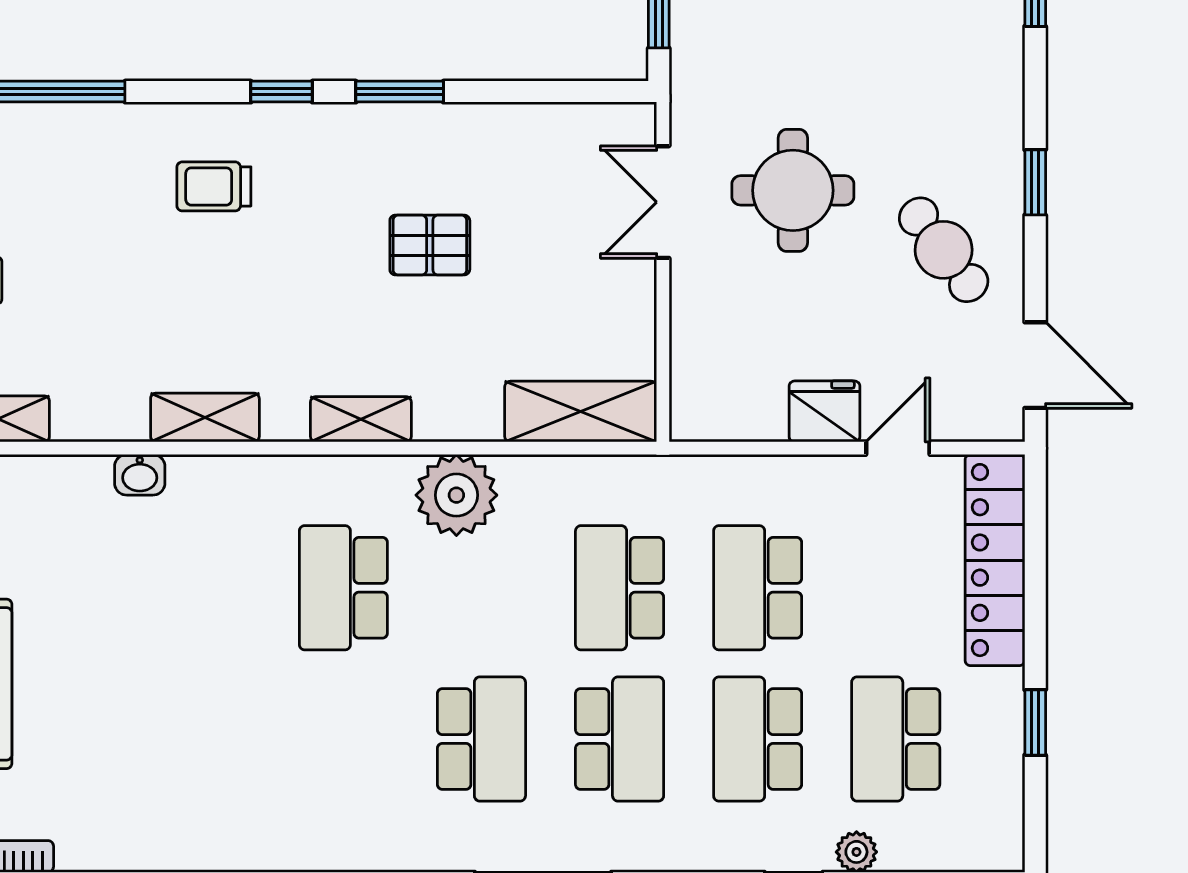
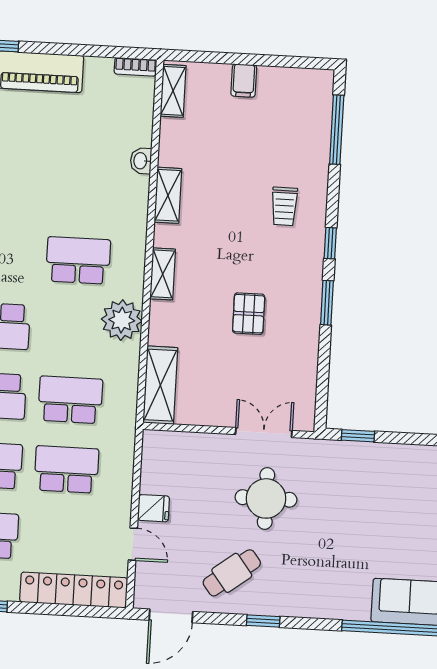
trolley: (214, 186) -> (284, 206), turned 180
fridge: (824, 411) -> (154, 508), width x0.72

